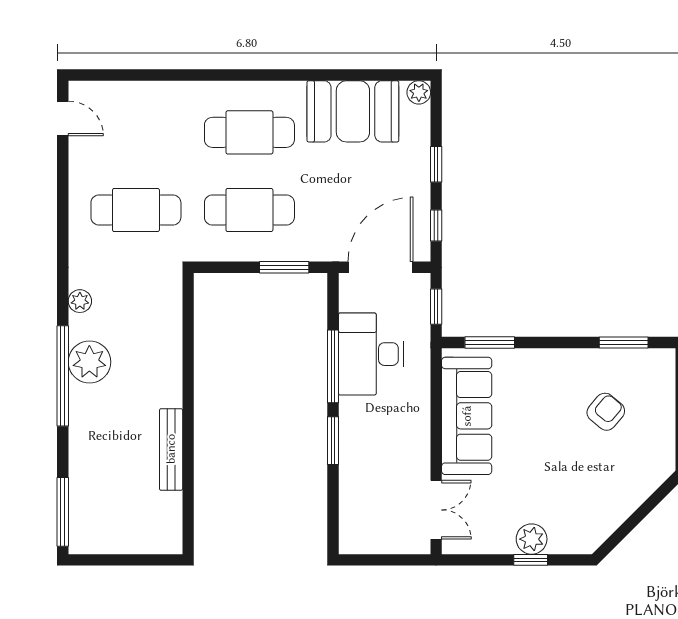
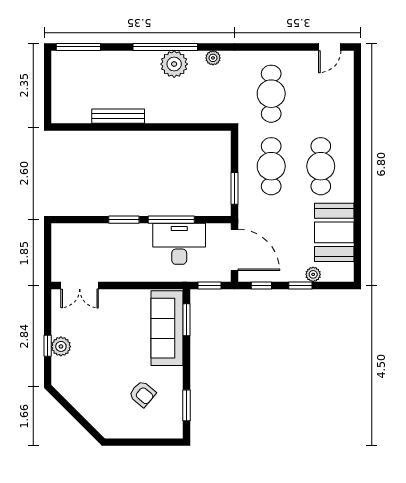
plant: (419, 92) -> (313, 274), moved
sofa: (467, 416) -> (167, 328), moved, turned 90

